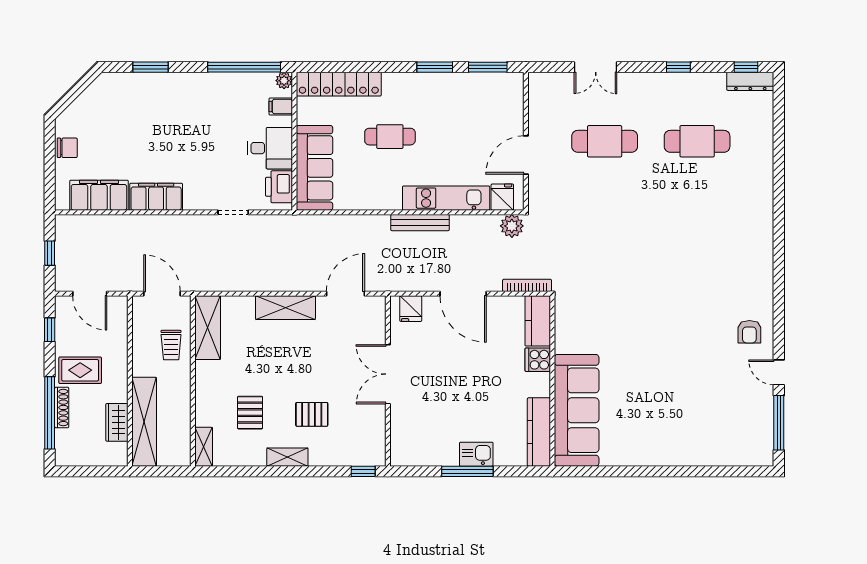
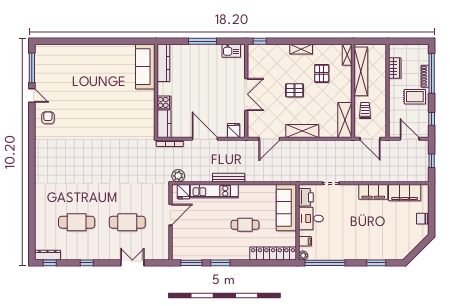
sofa: (577, 410) -> (145, 67), width x0.74, depth x0.79
pallet: (312, 414) -> (295, 90), moved
shelving: (144, 422) -> (361, 71), moved
kitchen sink: (476, 454) -> (231, 51), moved

